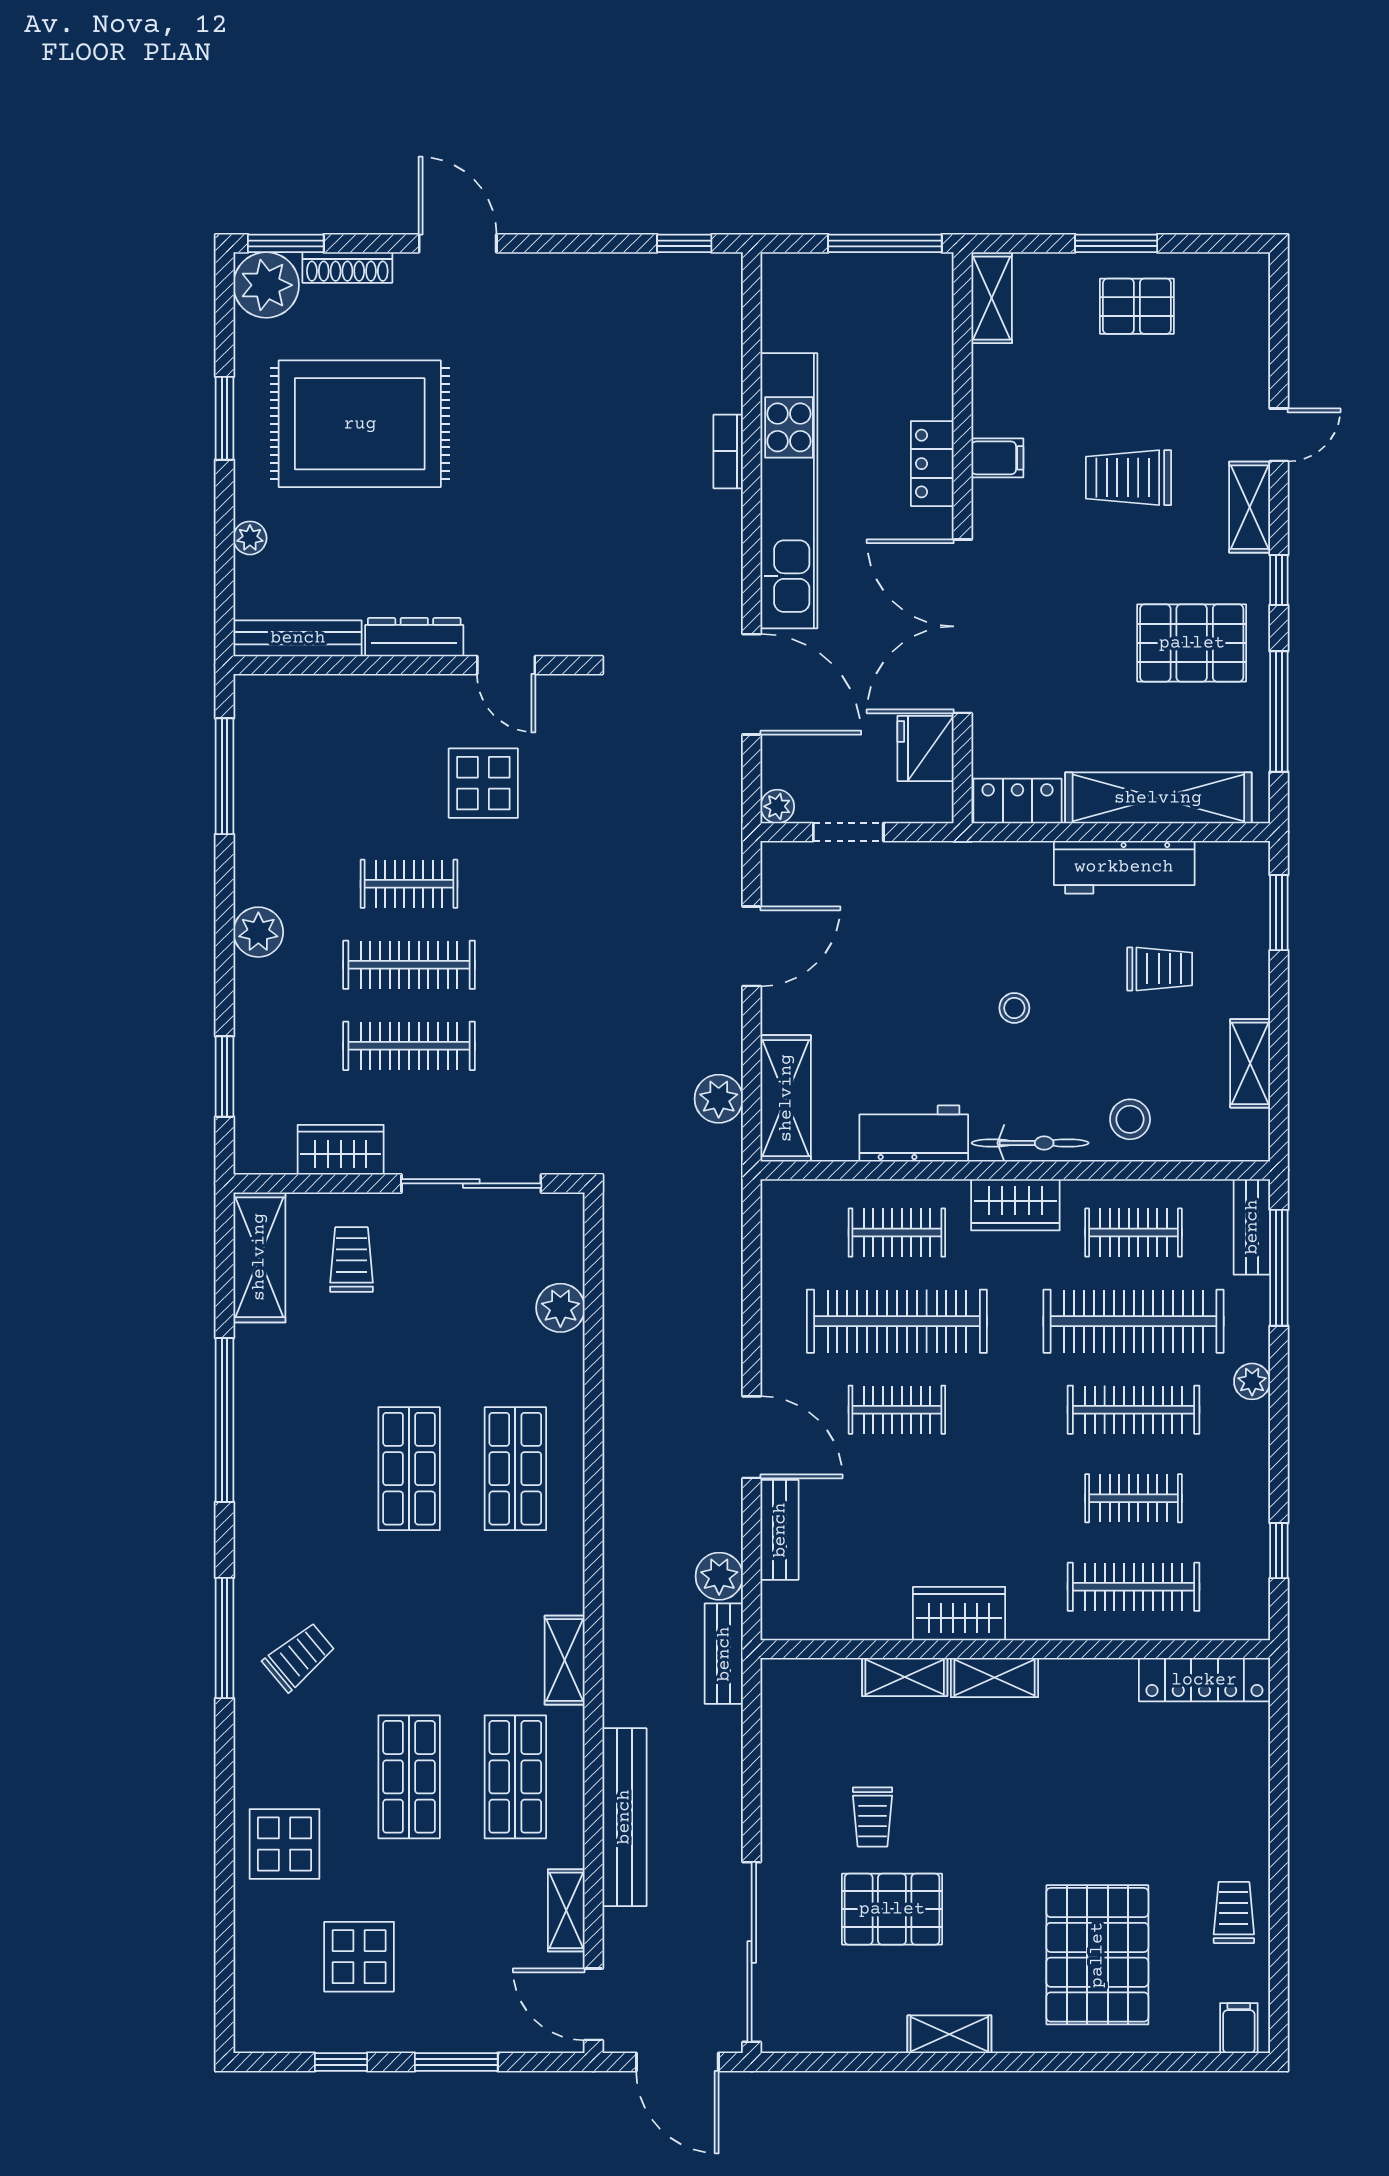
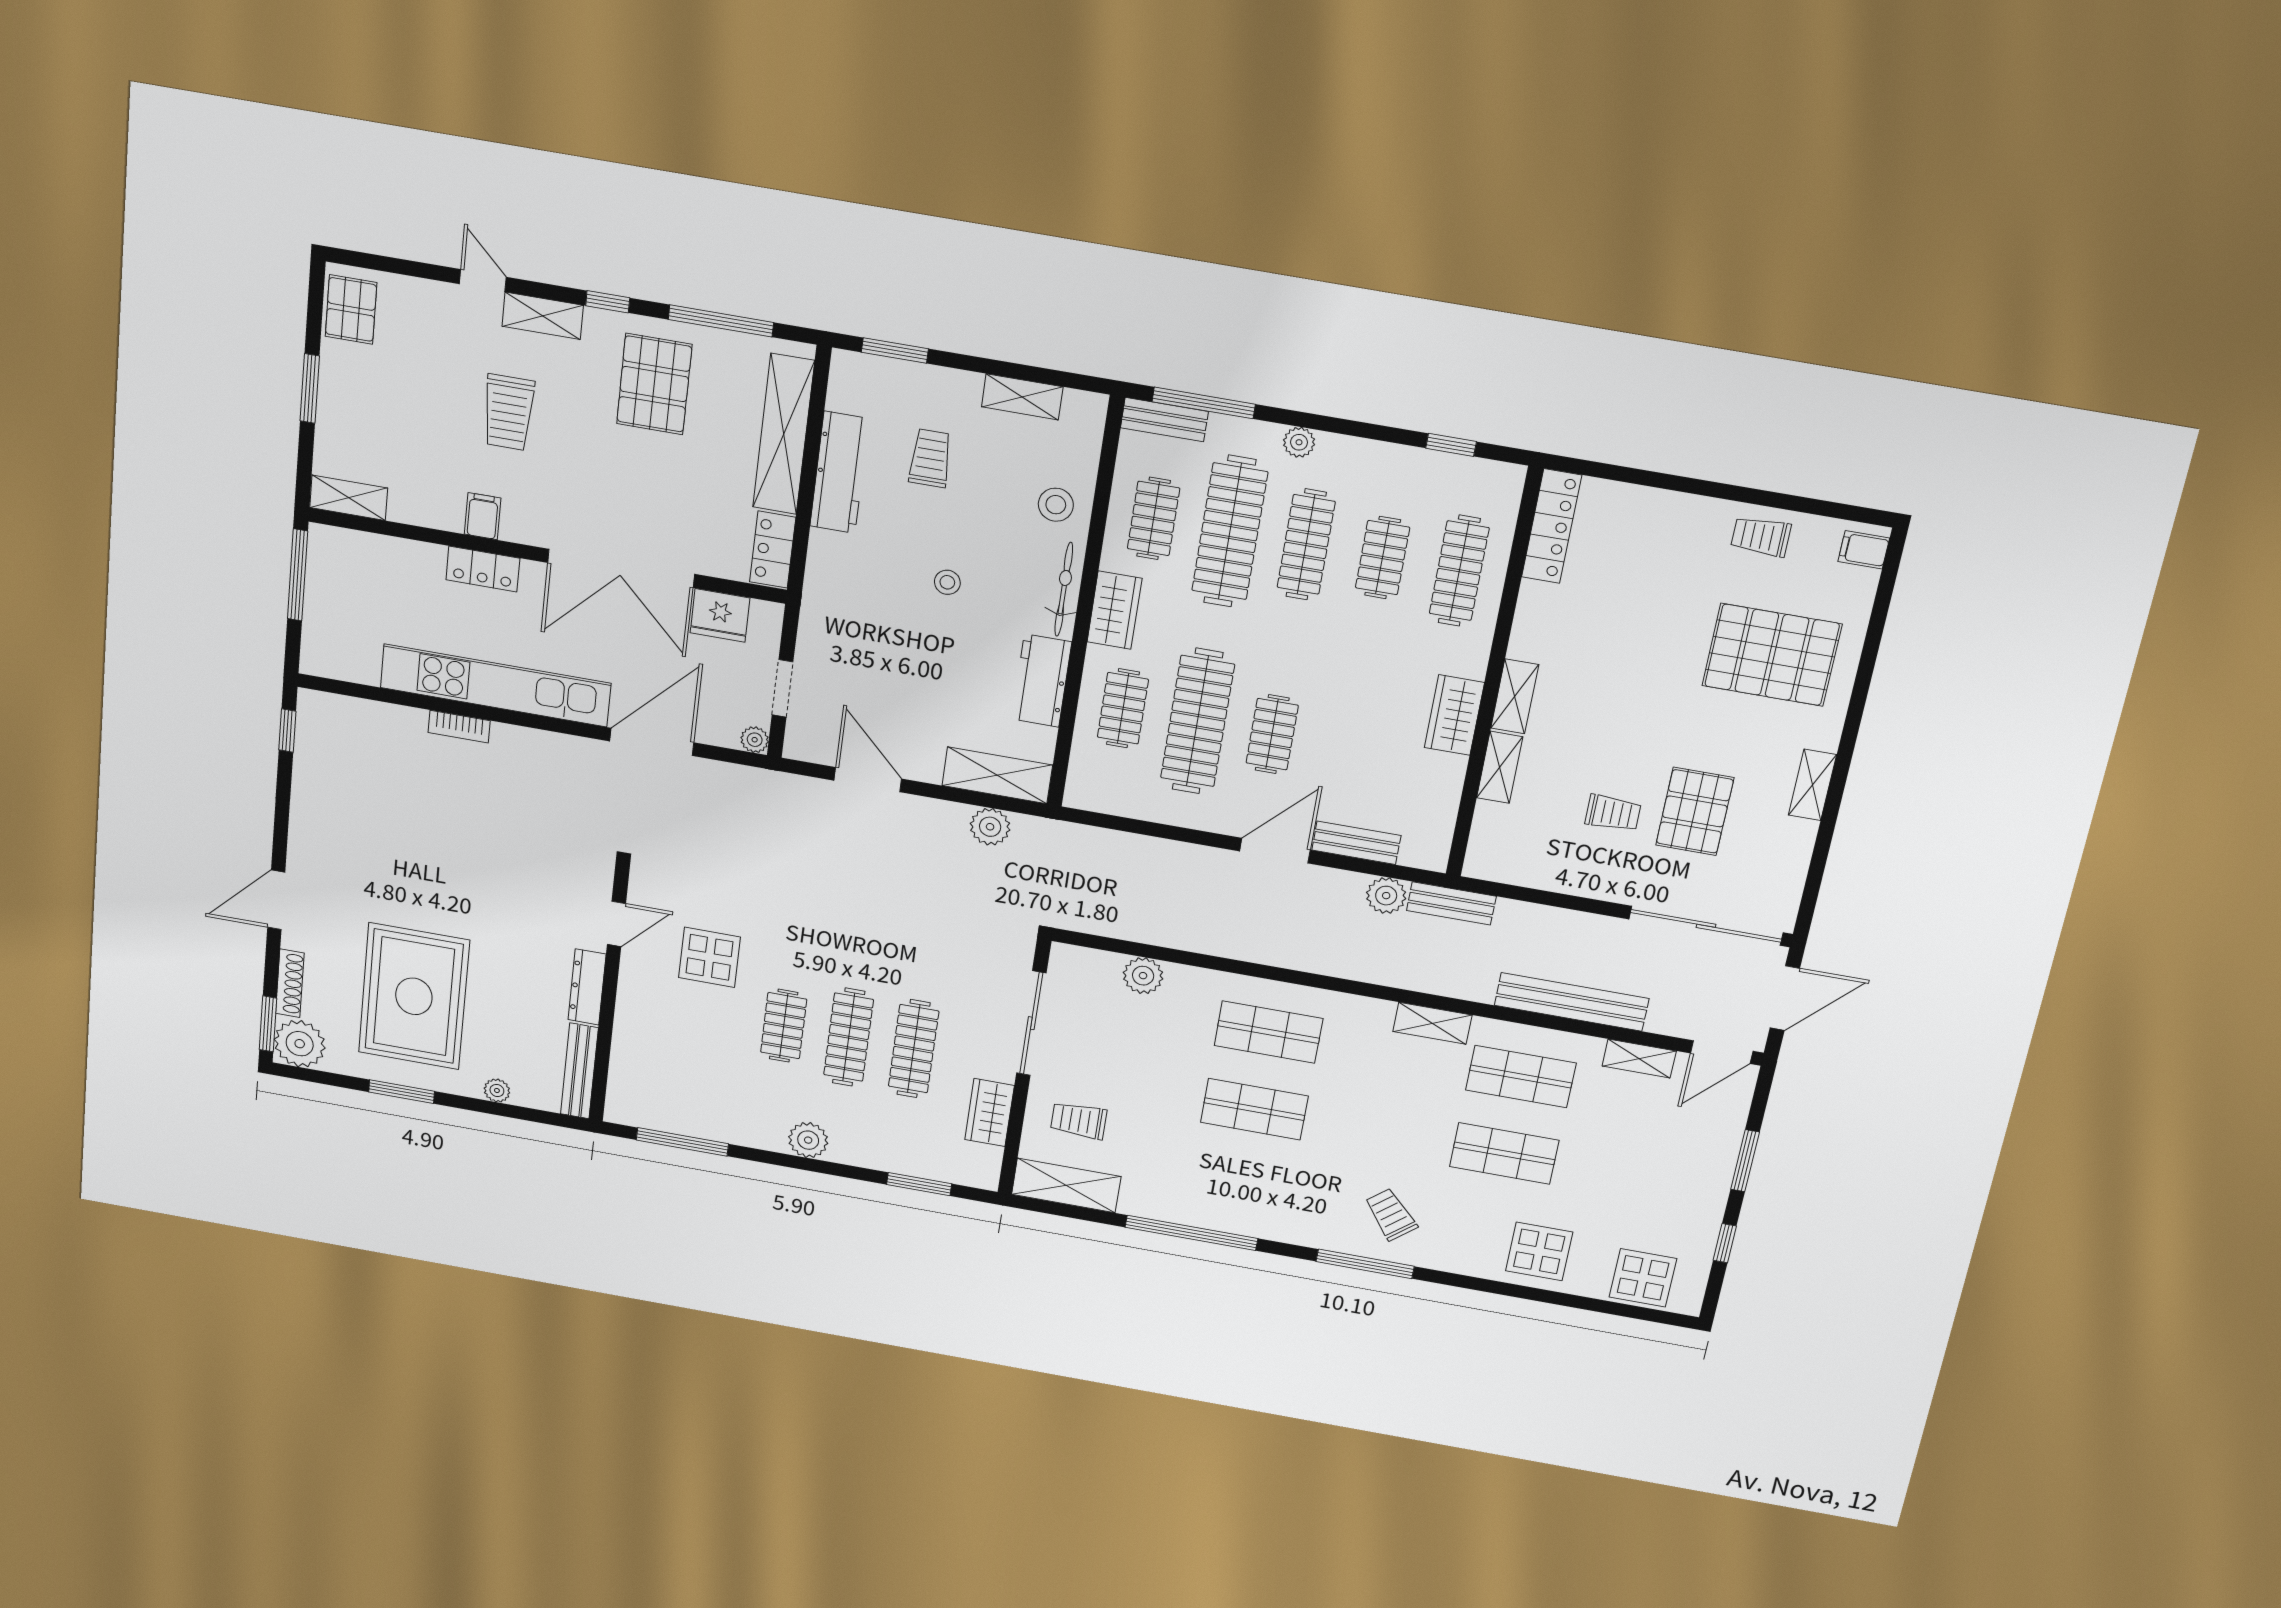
pallet: (1137, 306) -> (351, 309), moved
display table: (359, 1957) -> (1643, 1278), moved

